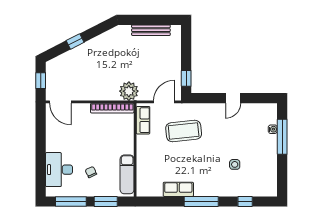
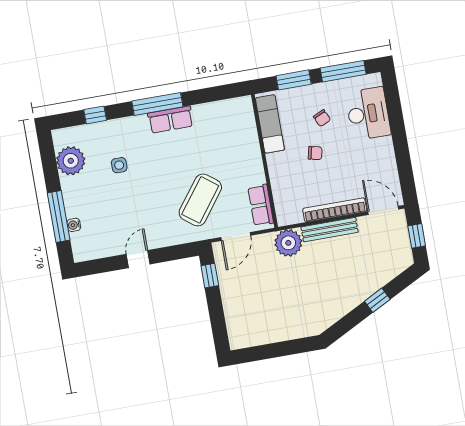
bench: (151, 30) -> (330, 230), moved
bookcase: (112, 108) -> (335, 210), moved
coffee table: (184, 131) -> (200, 200), turned -47
chair: (100, 149) -> (315, 153), added
plant: (267, 173) -> (71, 161), added
row of seats: (178, 189) -> (171, 120), moved

